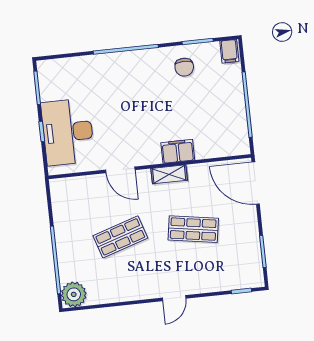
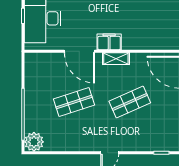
filing cabinet: (178, 151) -> (109, 42), moved
door: (120, 170) -> (79, 51), width x1.36
shop shelf: (193, 229) -> (130, 102), turned -33

